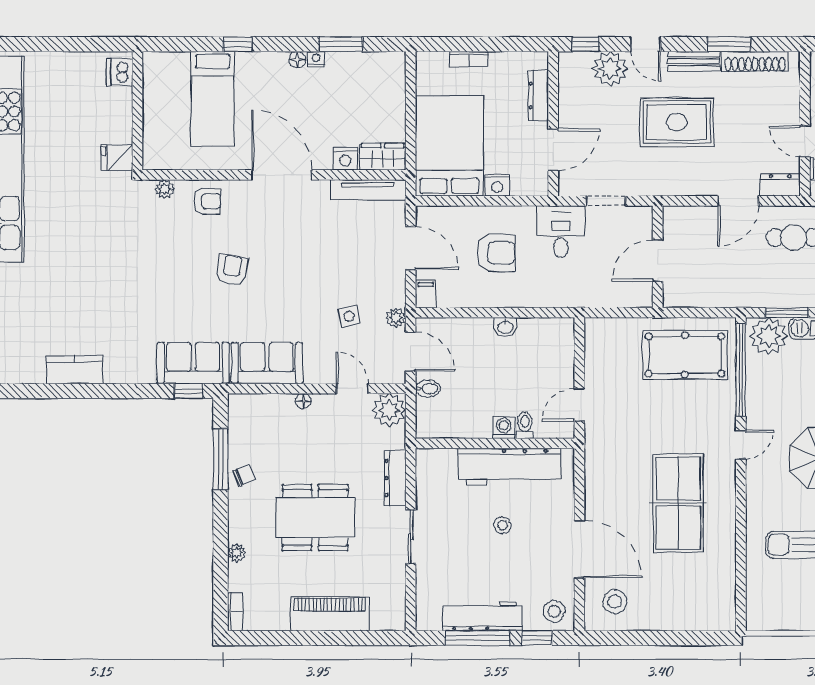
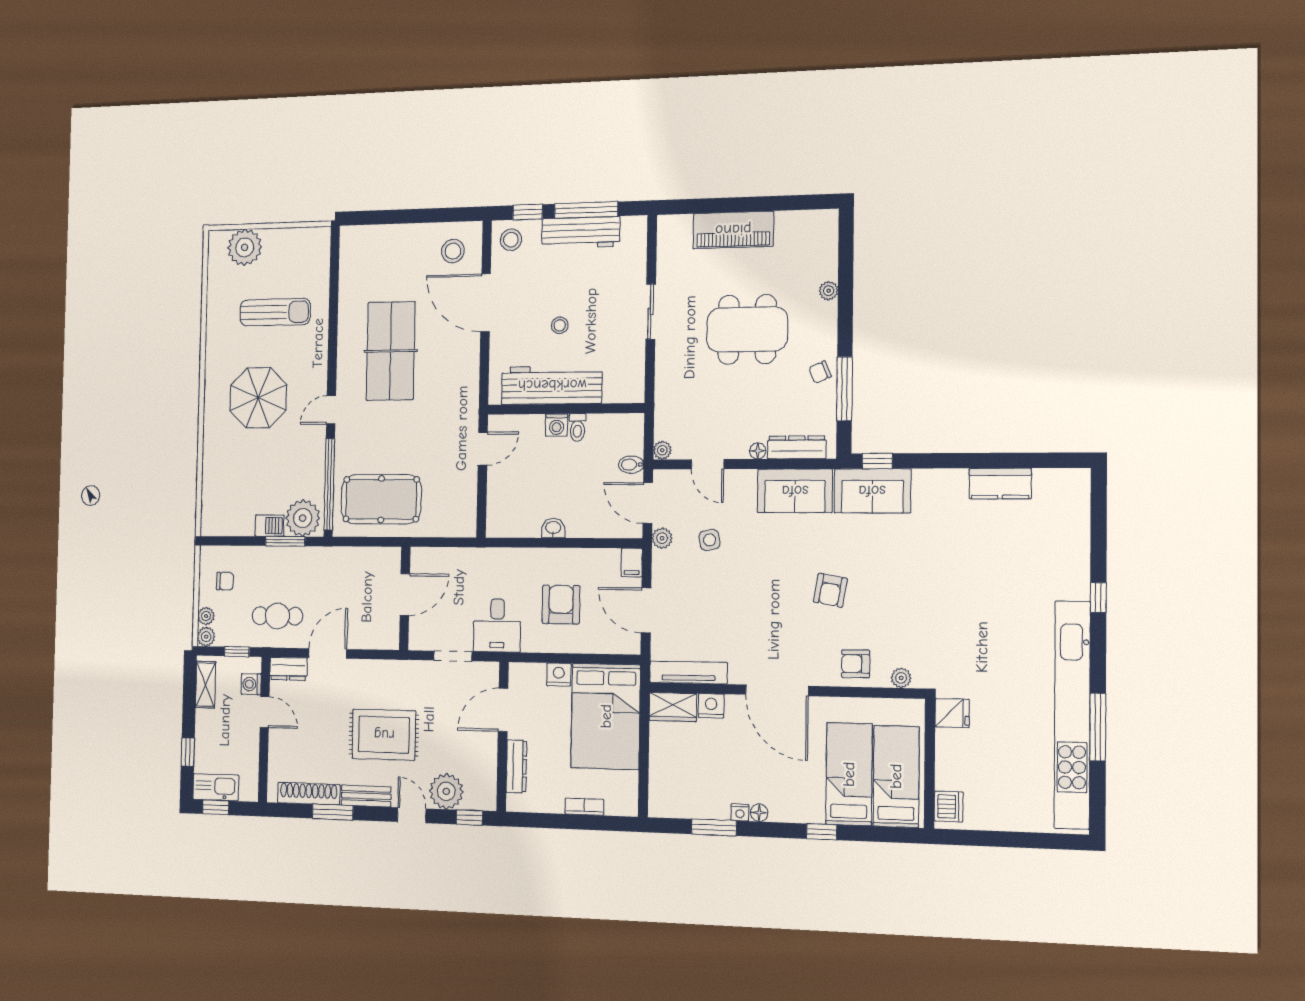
bed: (168, 98) -> (896, 776), added
armchair: (496, 253) -> (561, 605), turned 90
plant: (389, 410) -> (662, 450), width x0.53, depth x0.53
toilet: (525, 425) -> (577, 427), moved
dresser: (395, 478) -> (797, 447), moved, turned -90
bookcase: (235, 612) -> (831, 229), removed

